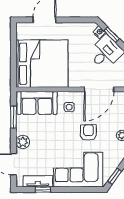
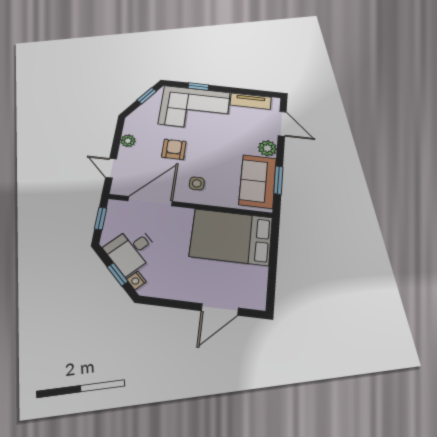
bed: (42, 64) -> (231, 237), width x0.73
sofa: (37, 103) -> (258, 181), moved, turned -90
armchair: (89, 132) -> (174, 149), turned 180
window: (43, 190) -> (198, 87), moved

